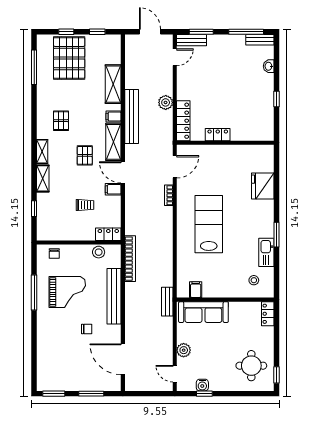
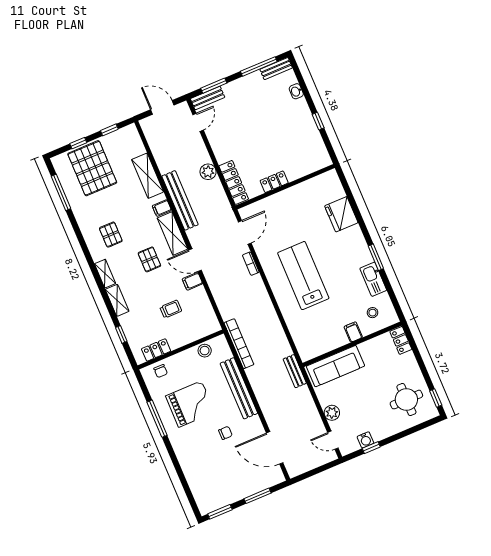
locker: (108, 234) -> (156, 350), moved
filing cabinet: (196, 290) -> (353, 332), moved

